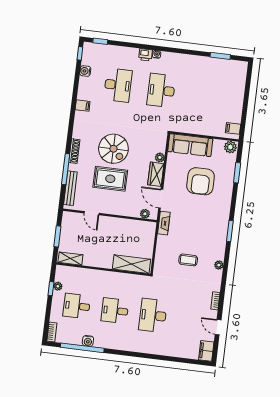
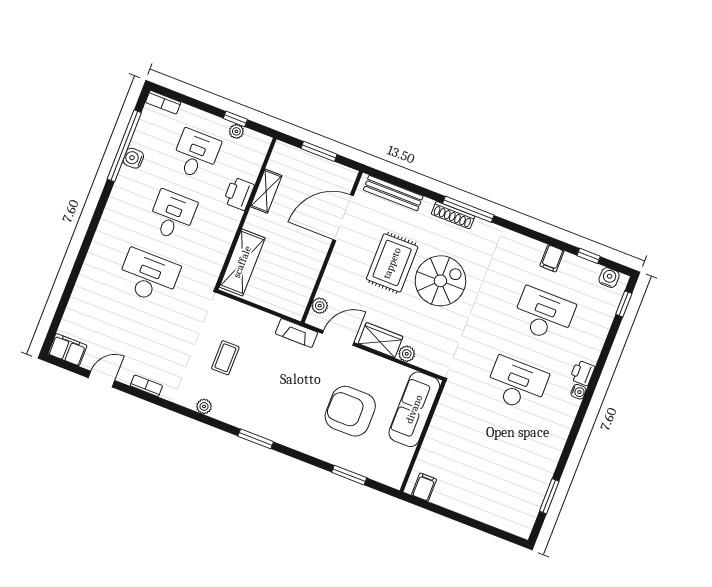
window: (80, 53) -> (589, 256), moved
water cooler: (85, 71) -> (609, 278), moved
desk: (118, 85) -> (544, 315), turned 180
filing cabinet: (83, 106) -> (552, 258), moved
plant: (230, 147) -> (394, 475), removed
spiral stairs: (113, 149) -> (440, 281), turned 180
window: (66, 169) -> (468, 209), moved
door: (92, 213) -> (343, 218), width x1.87
shelving: (70, 259) -> (266, 191), moved
printer: (93, 276) -> (239, 194), added

